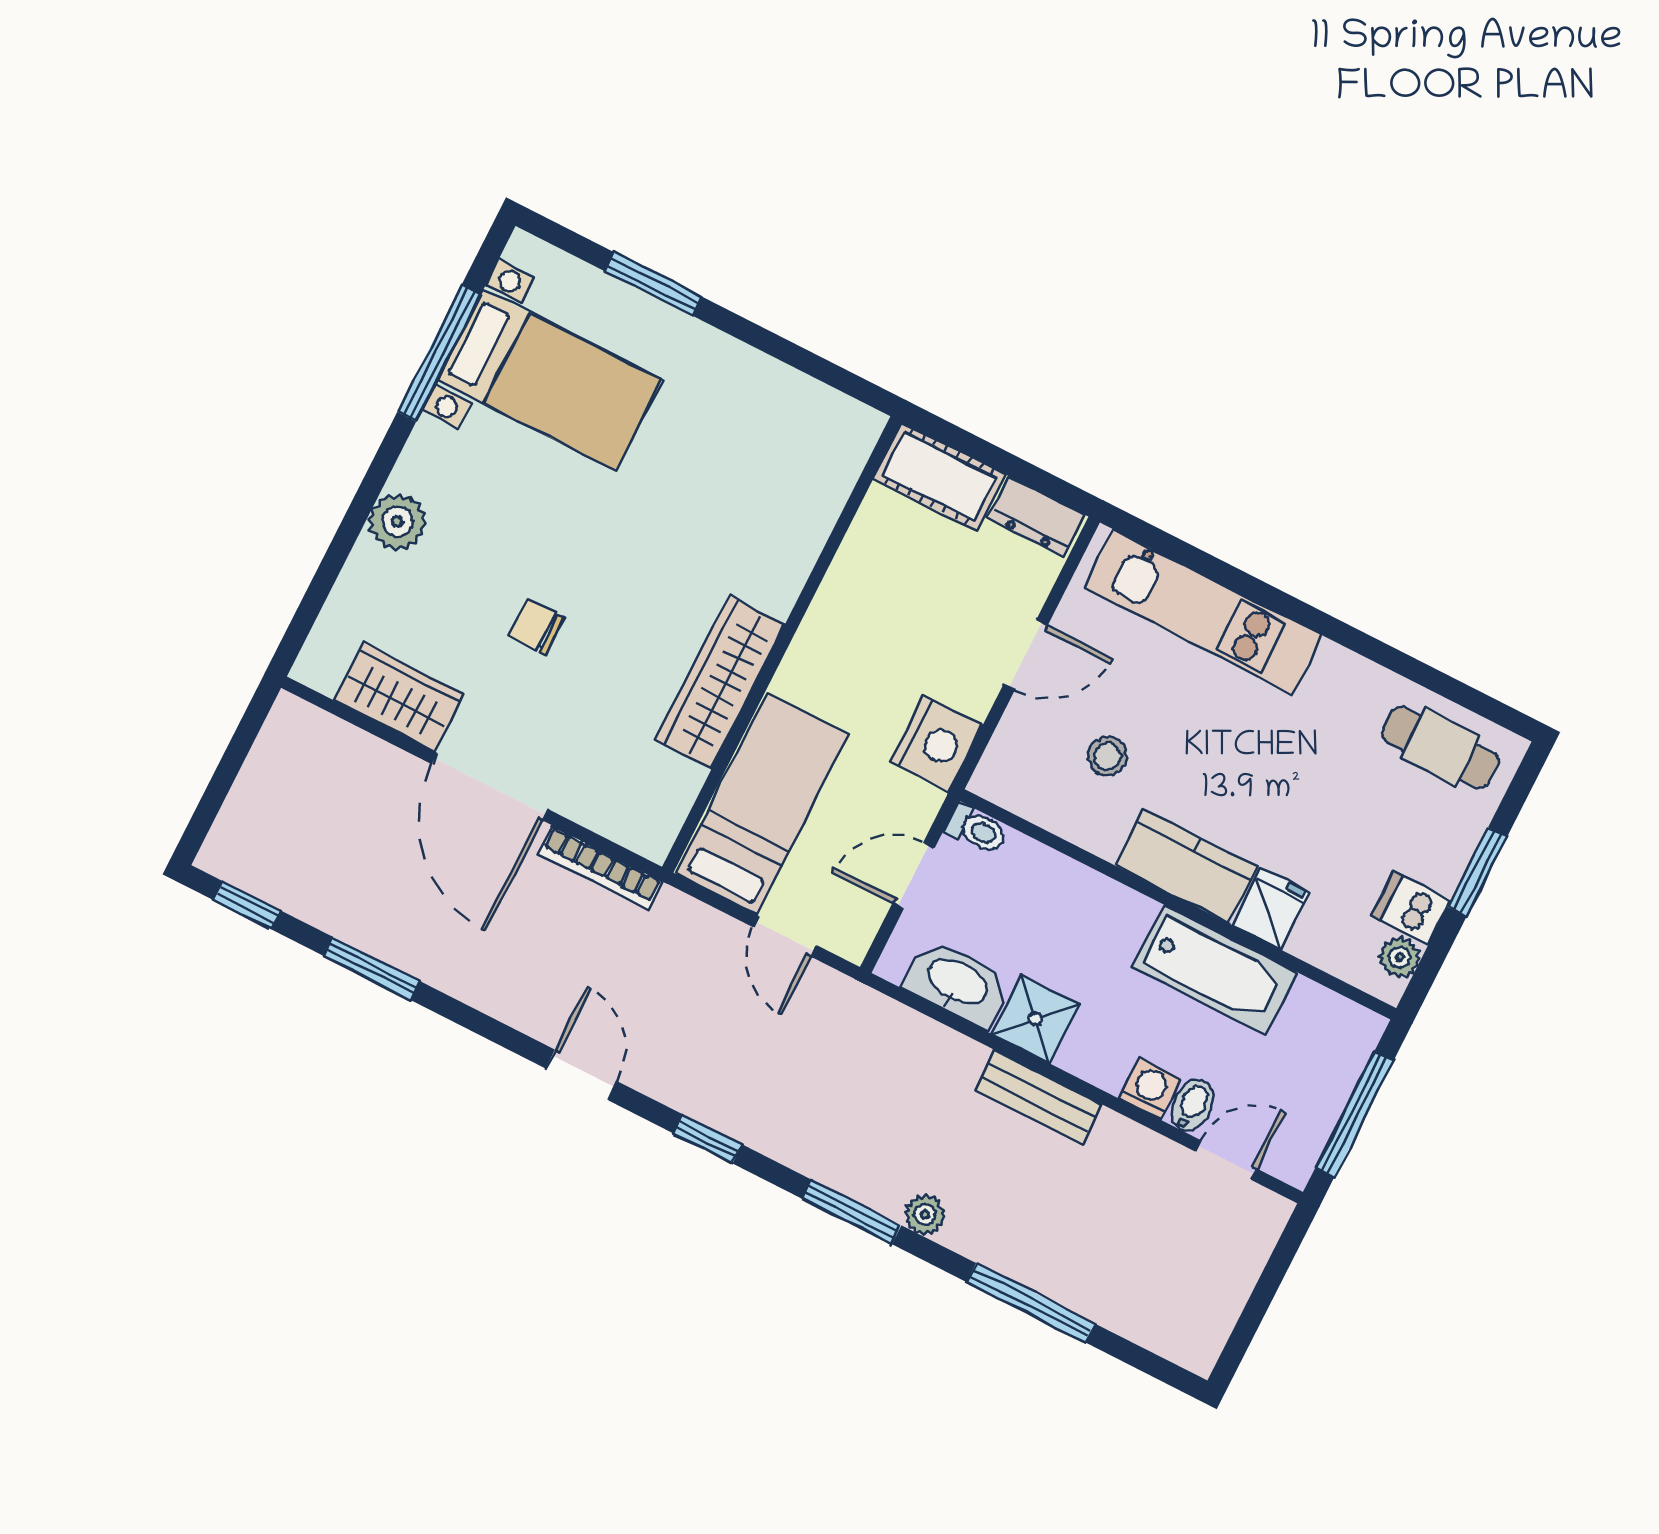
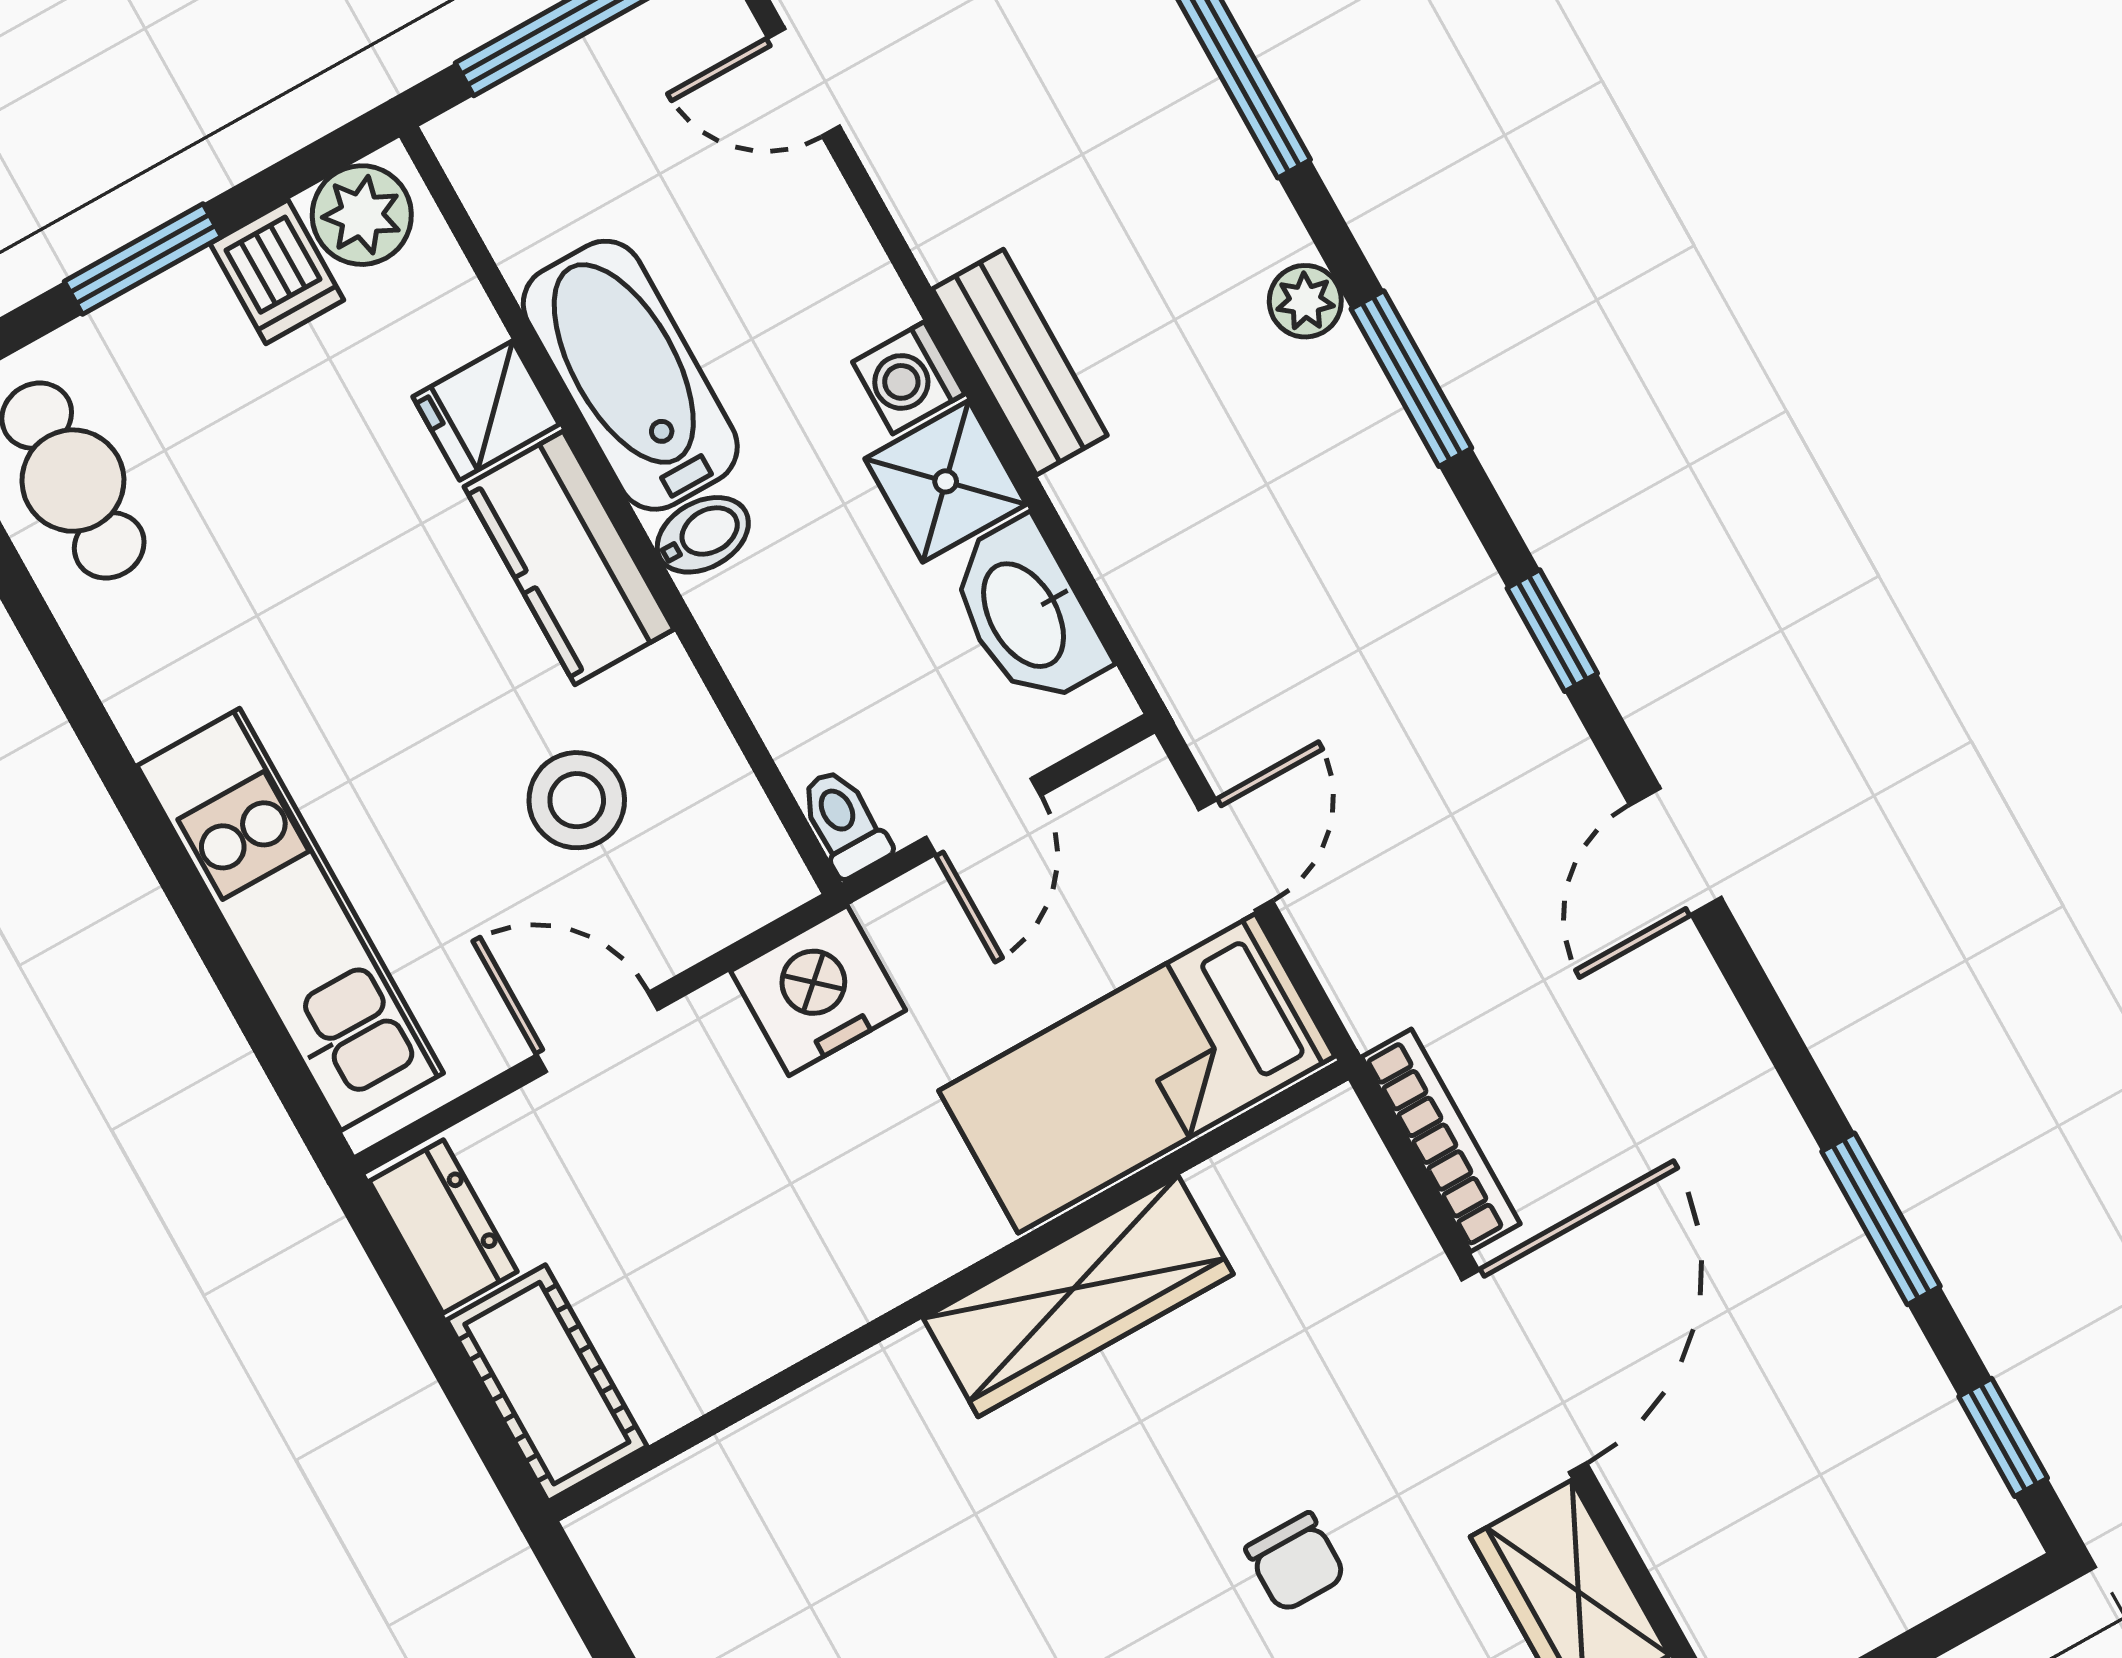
stool: (1107, 756) -> (577, 800), width x1.37, depth x1.37
door: (914, 875) -> (983, 816), hinge flipped
plant: (1400, 957) -> (362, 215), width x1.38, depth x1.38
washing machine: (1150, 1088) -> (909, 378), moved
bidet: (1192, 1105) -> (703, 535), moved, turned 180

